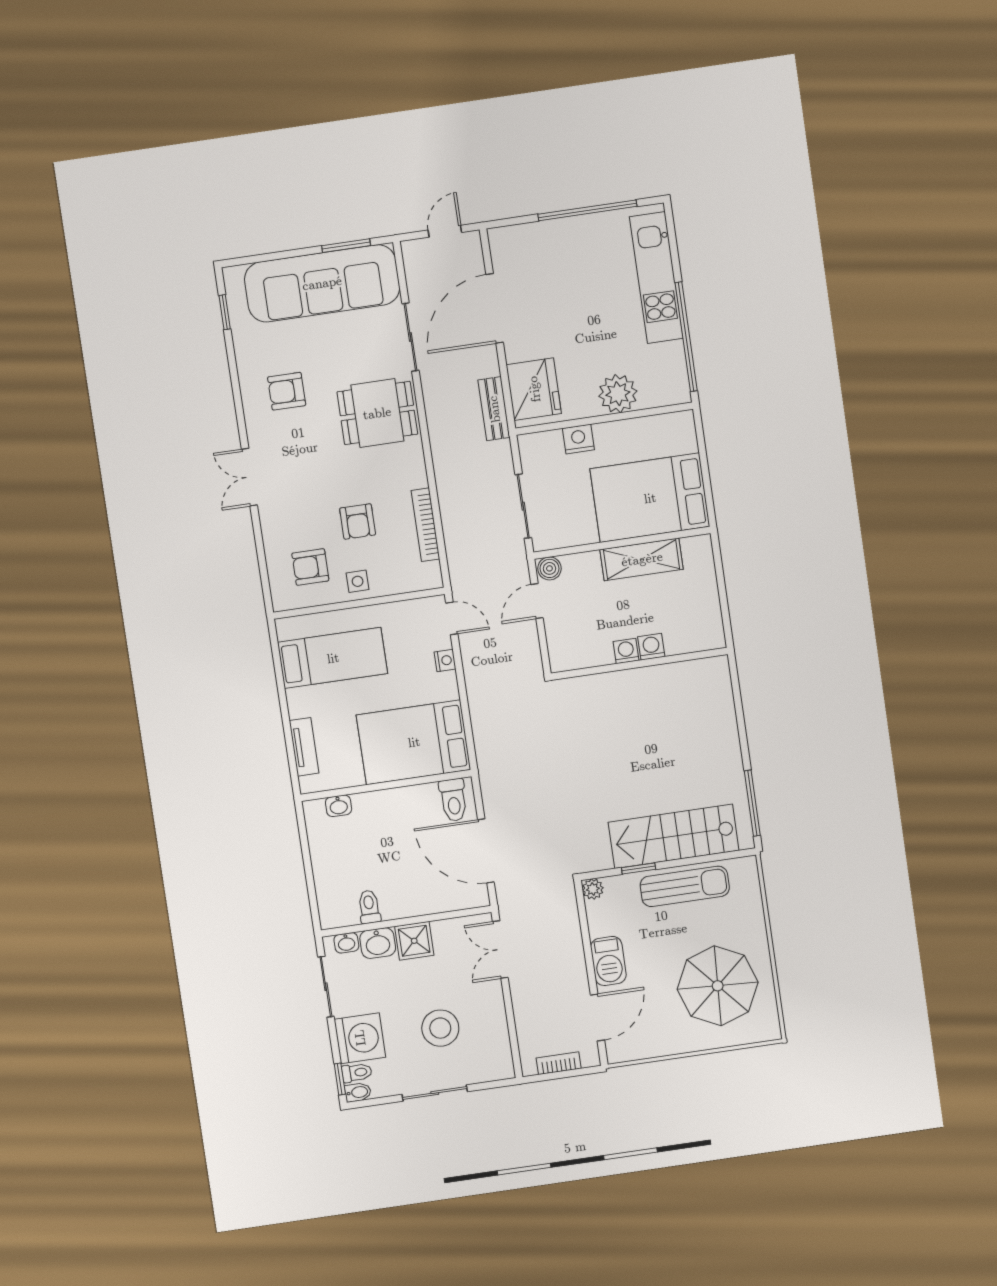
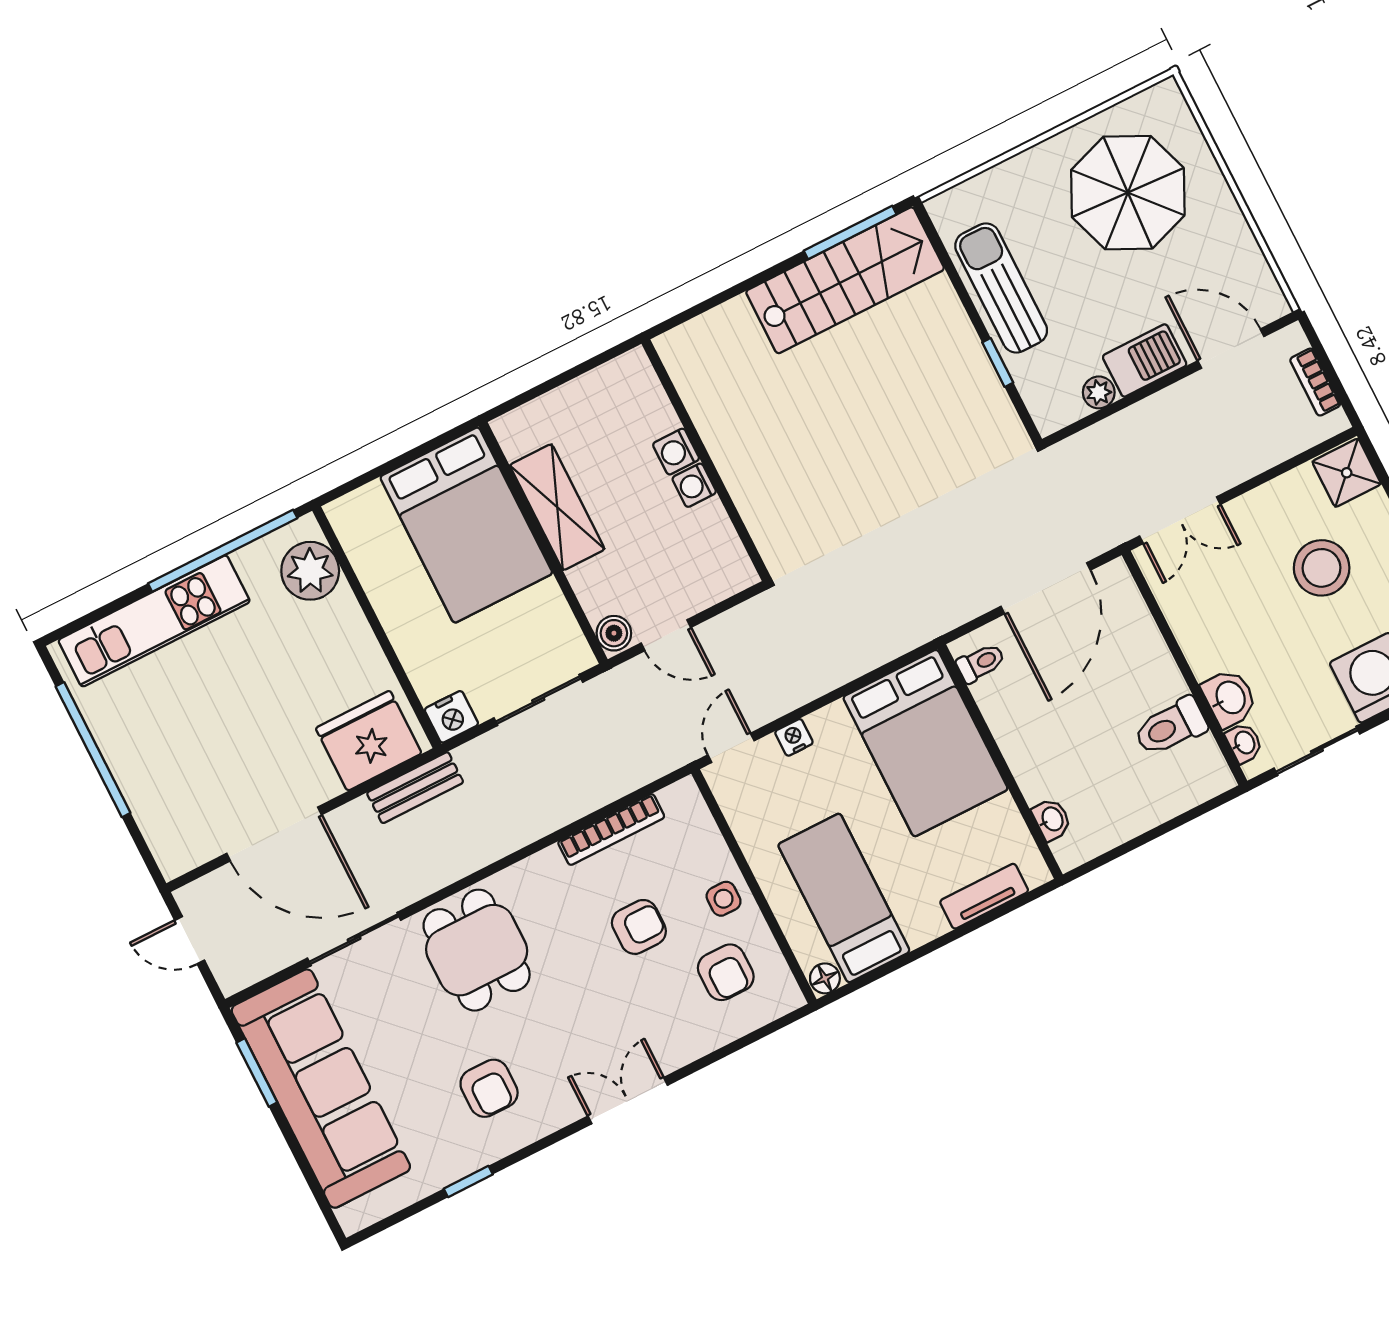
window: (225, 312) -> (468, 1181), moved
plant: (618, 394) -> (310, 571), moved
nightstand: (578, 439) -> (451, 717), moved, turned -90
double door: (249, 477) -> (628, 1101), swing flipped
floor lamp: (286, 629) -> (825, 978), added
toilet: (453, 800) -> (981, 663), width x0.73, depth x0.72
stairs: (674, 836) -> (845, 280), moved, turned -90
plant: (593, 889) -> (1099, 392), moved
toilet: (369, 907) -> (1171, 727), width x1.37, depth x1.39
shower: (414, 941) -> (1347, 473), moved

